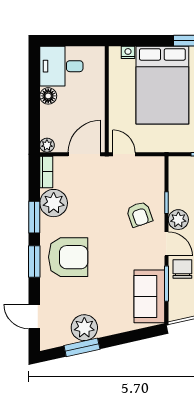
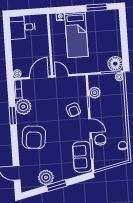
bed: (162, 85) -> (76, 35), width x0.67
floor lamp: (48, 96) -> (16, 45), removed
plant: (178, 220) -> (95, 93), moved
armchair: (68, 257) -> (34, 137), turned 96
window: (34, 261) -> (14, 141), removed
window: (82, 347) -> (57, 186), moved

